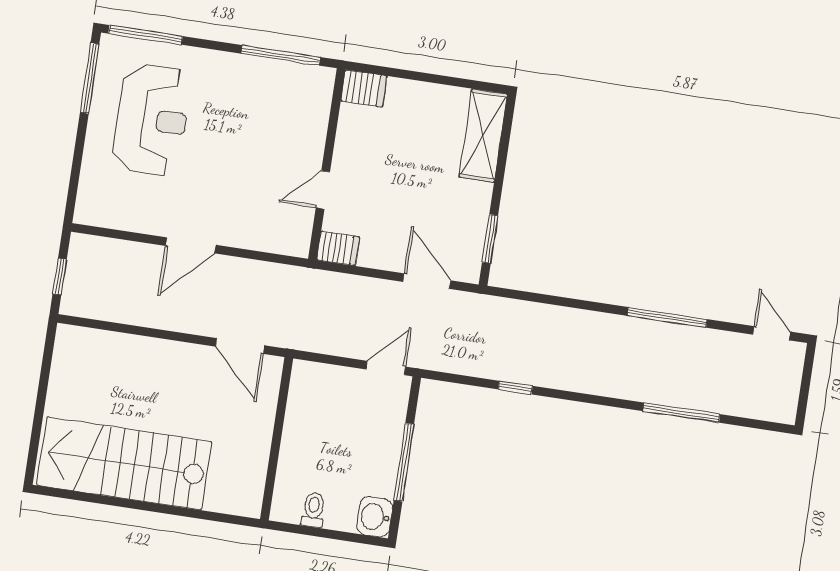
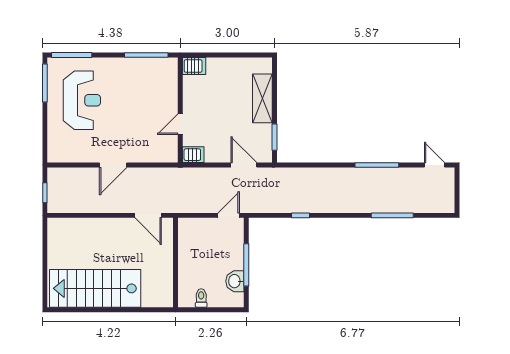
shelving: (483, 135) -> (262, 98), moved
washbasin: (375, 517) -> (235, 281), moved

